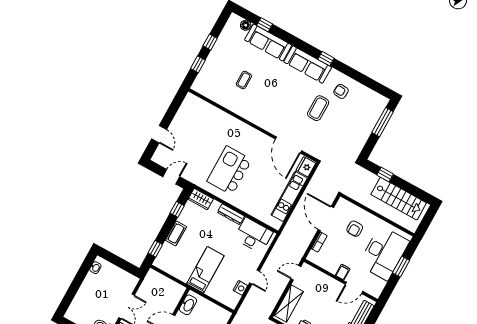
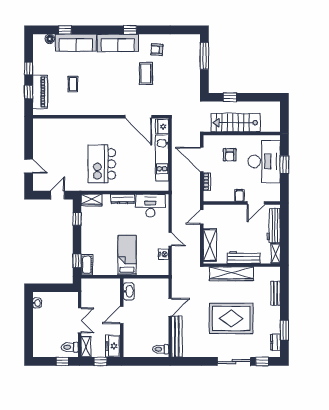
piano: (209, 70) -> (40, 92), added
stairs: (399, 199) -> (236, 123), moved, turned 180
cot: (176, 233) -> (87, 265), moved

